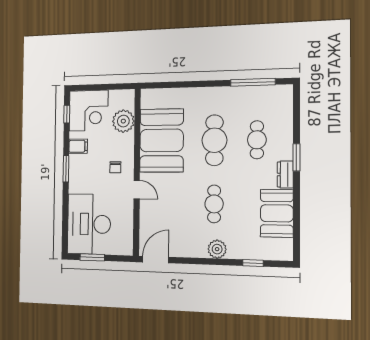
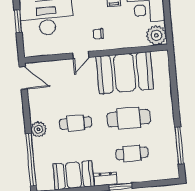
plant: (123, 121) -> (156, 35), moved
window: (253, 263) -> (31, 160), width x3.17

